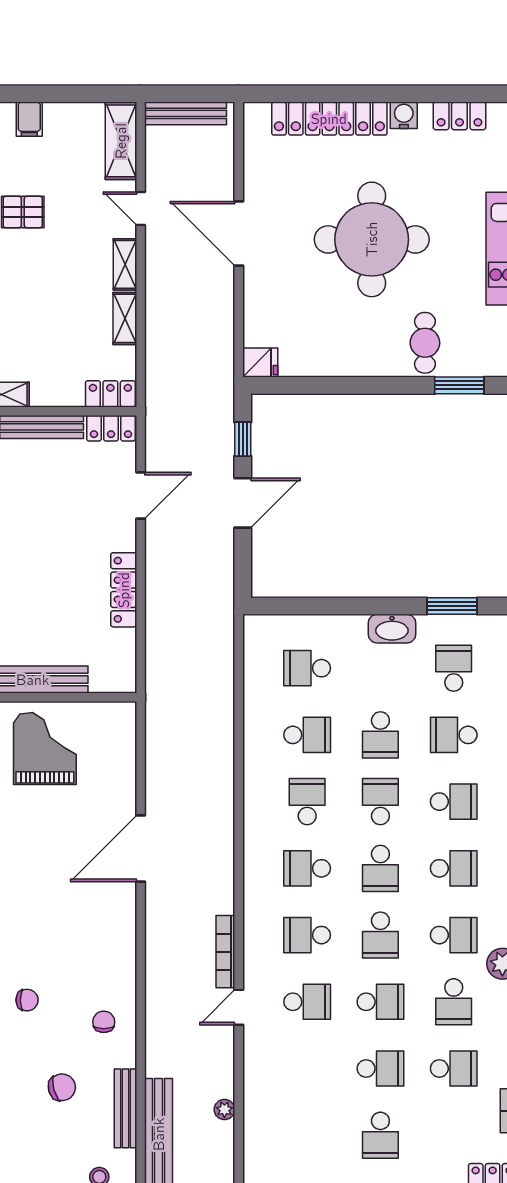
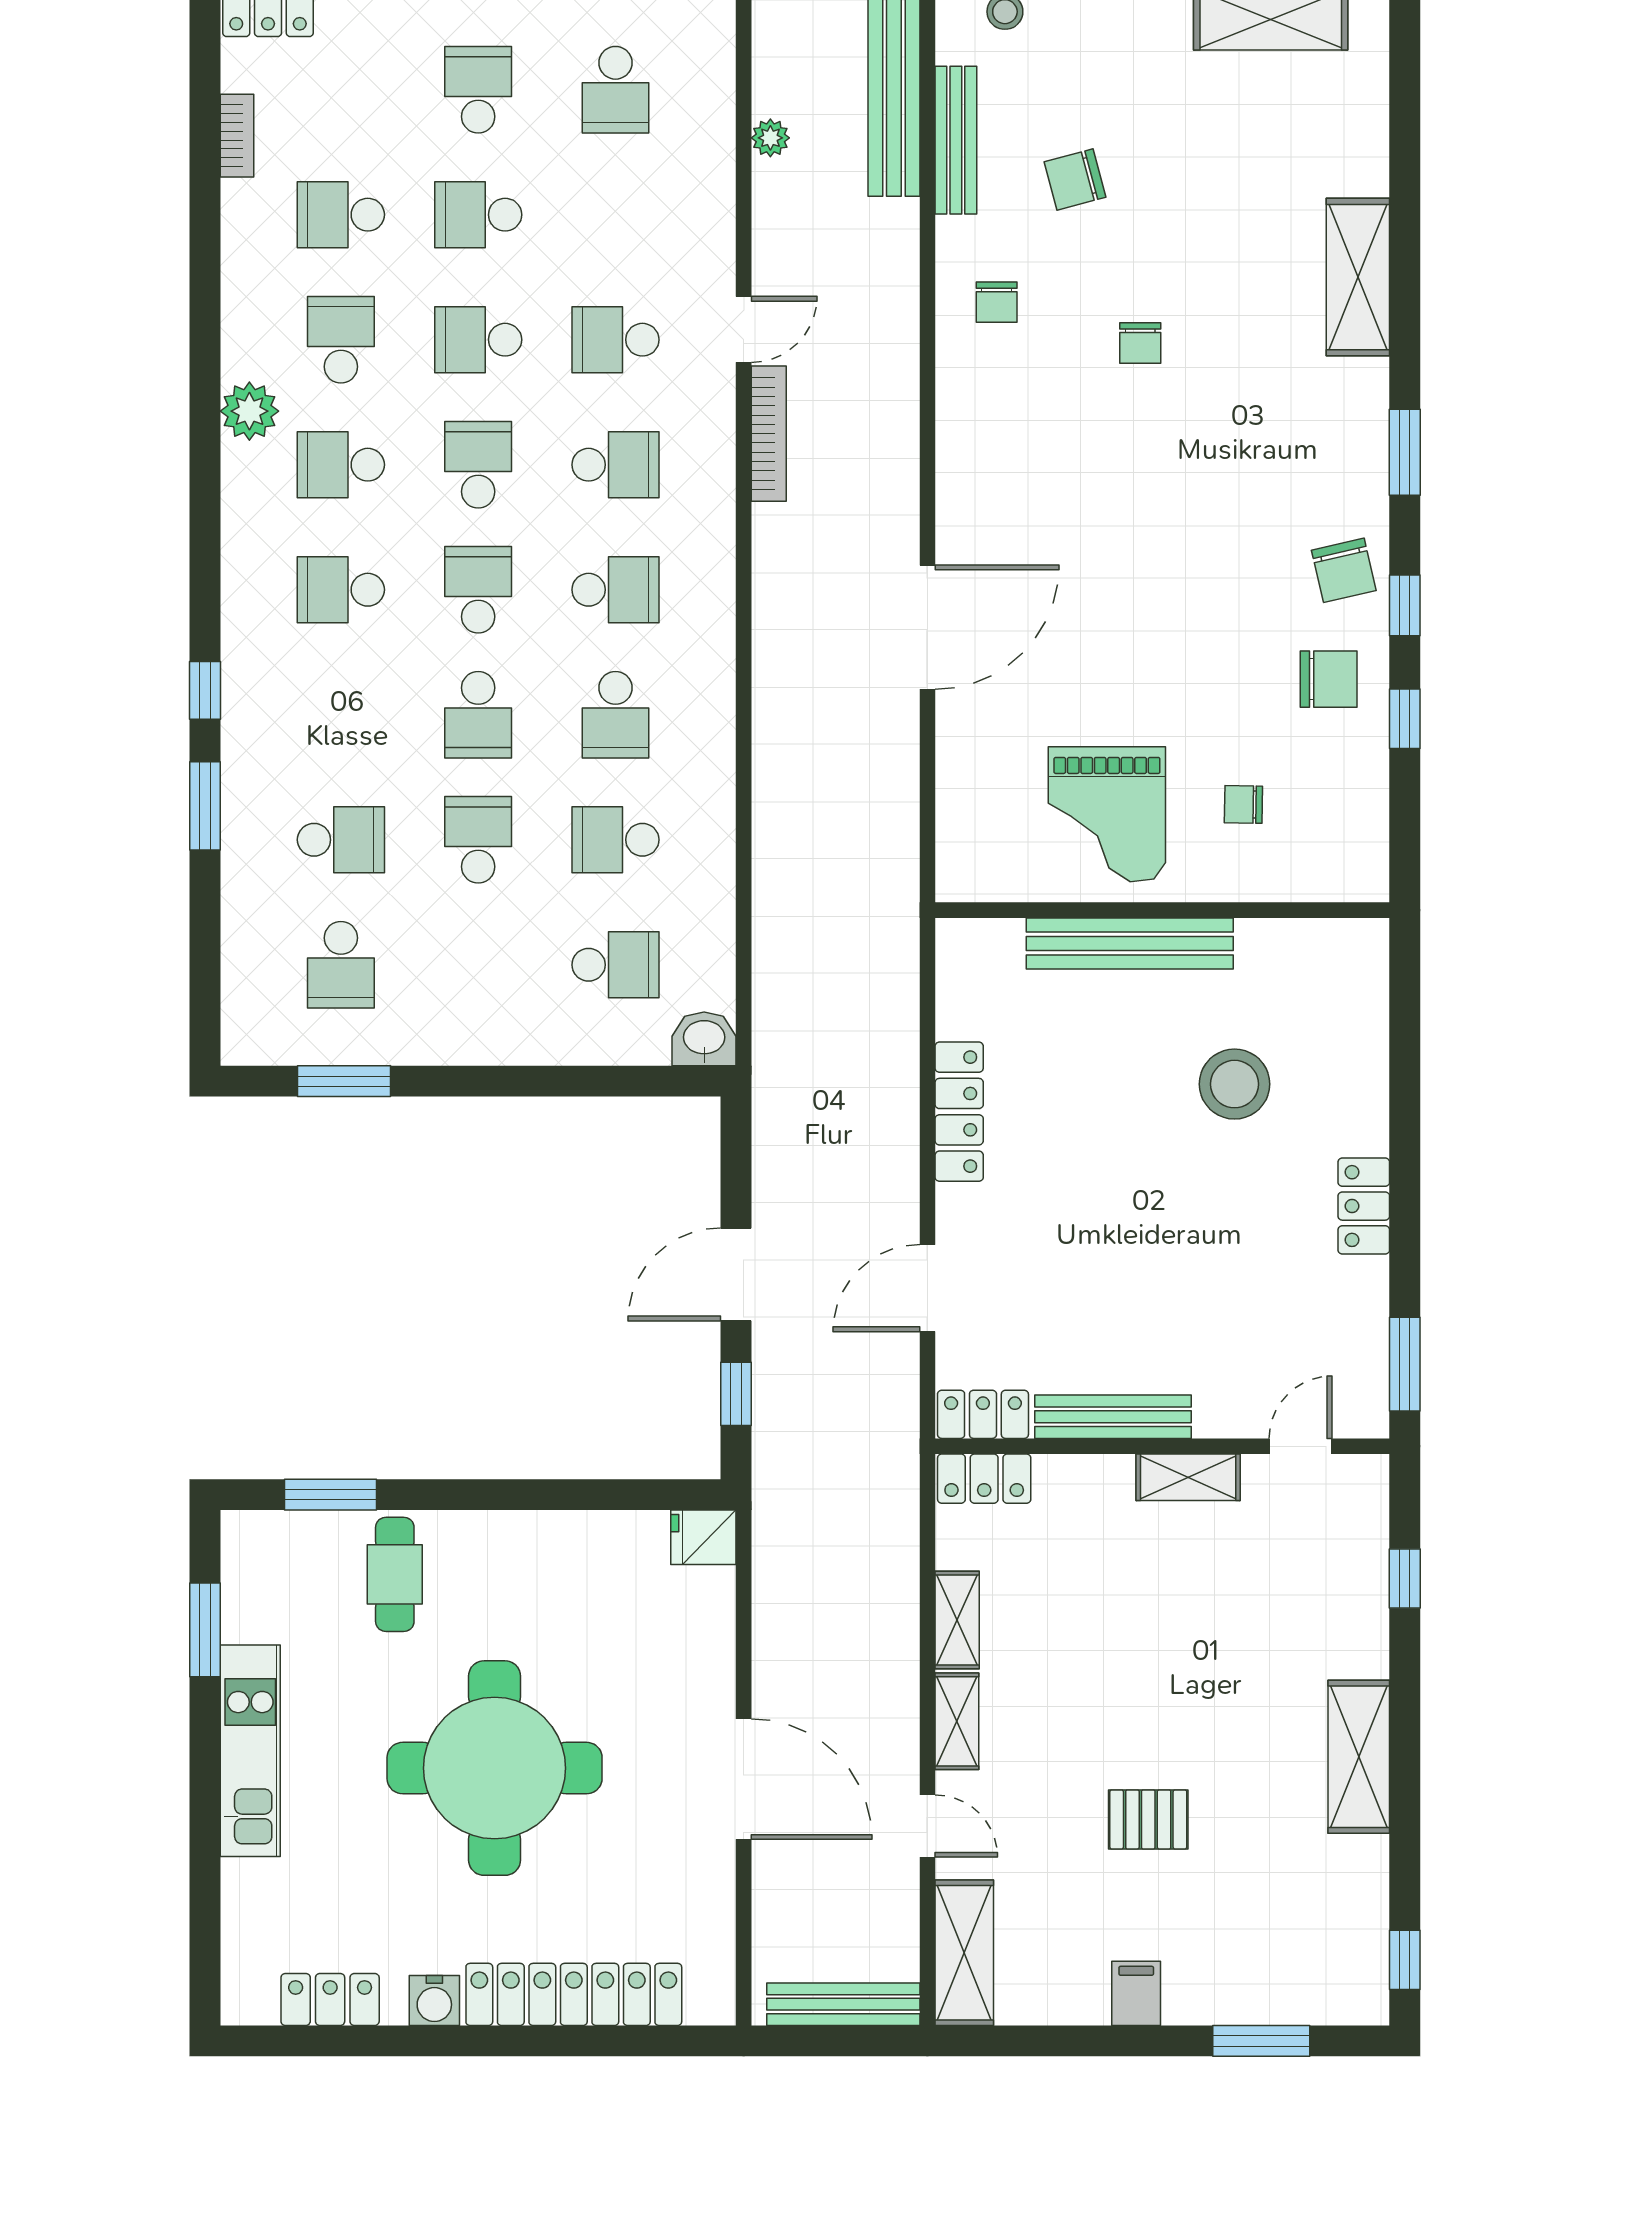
washbasin: (392, 629) -> (704, 1039), moved, width x0.72
school desk: (454, 802) -> (615, 90), moved, turned -90
chair: (27, 1000) -> (1140, 343), turned -90

